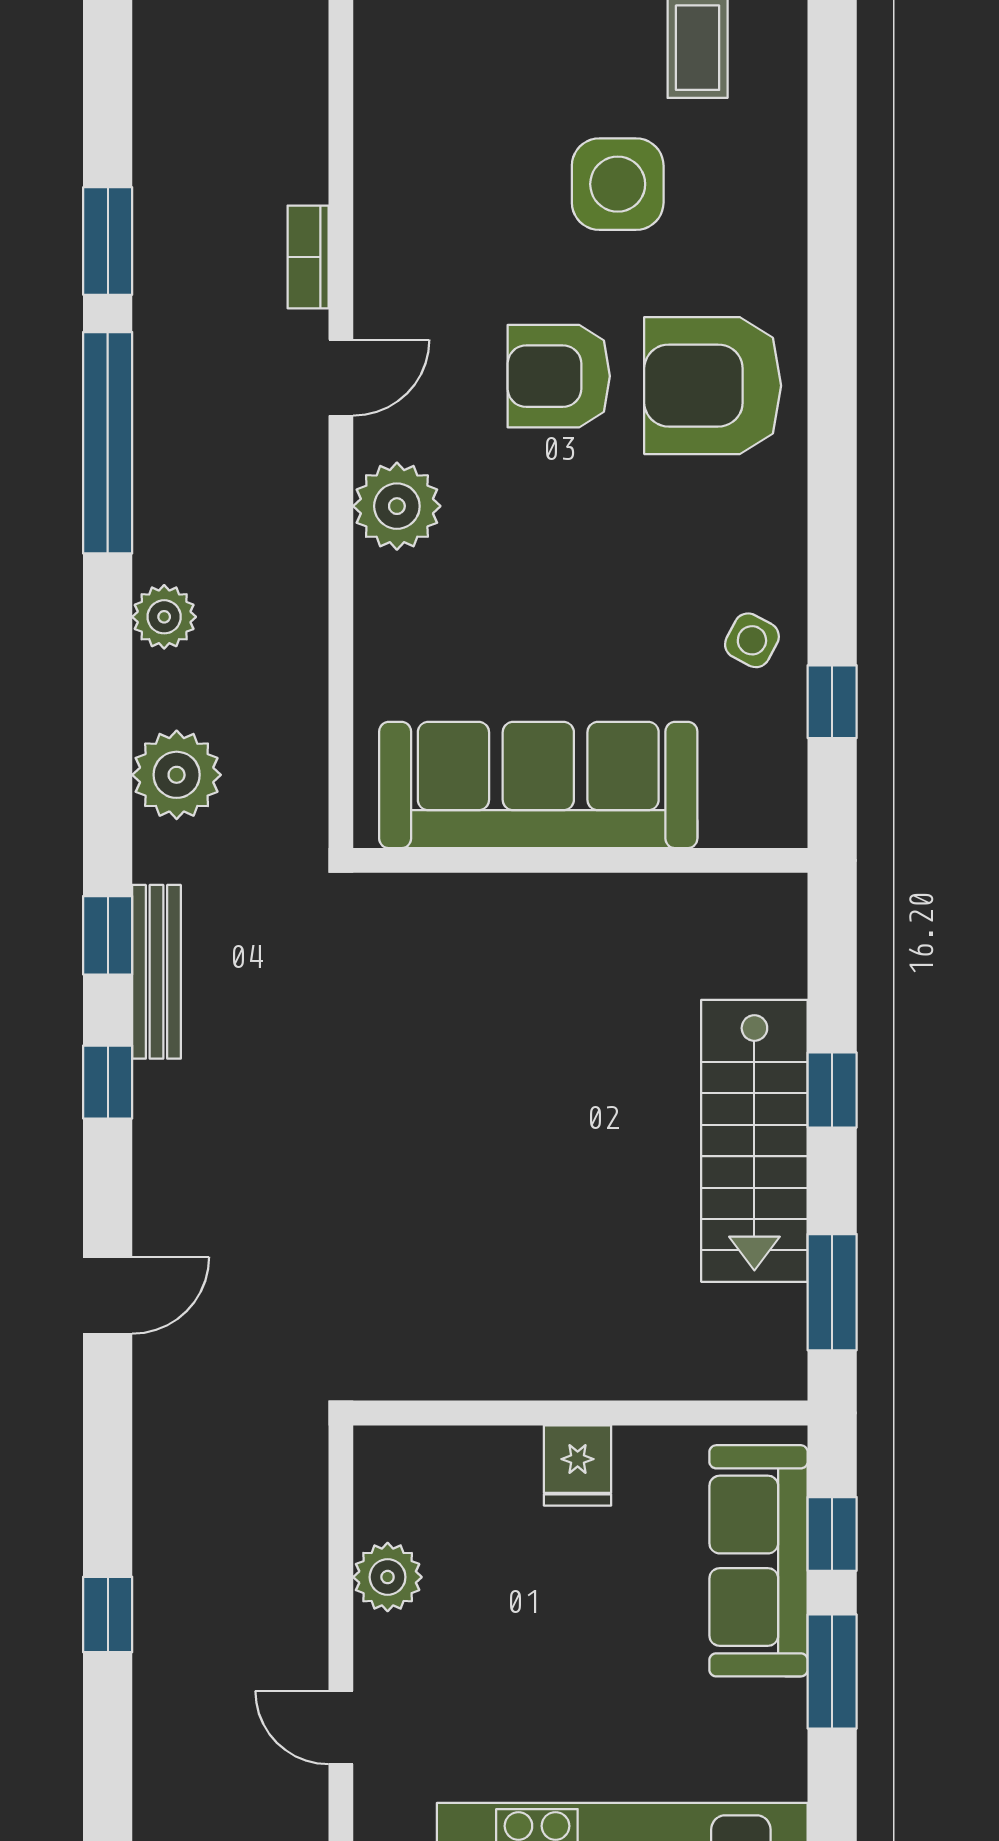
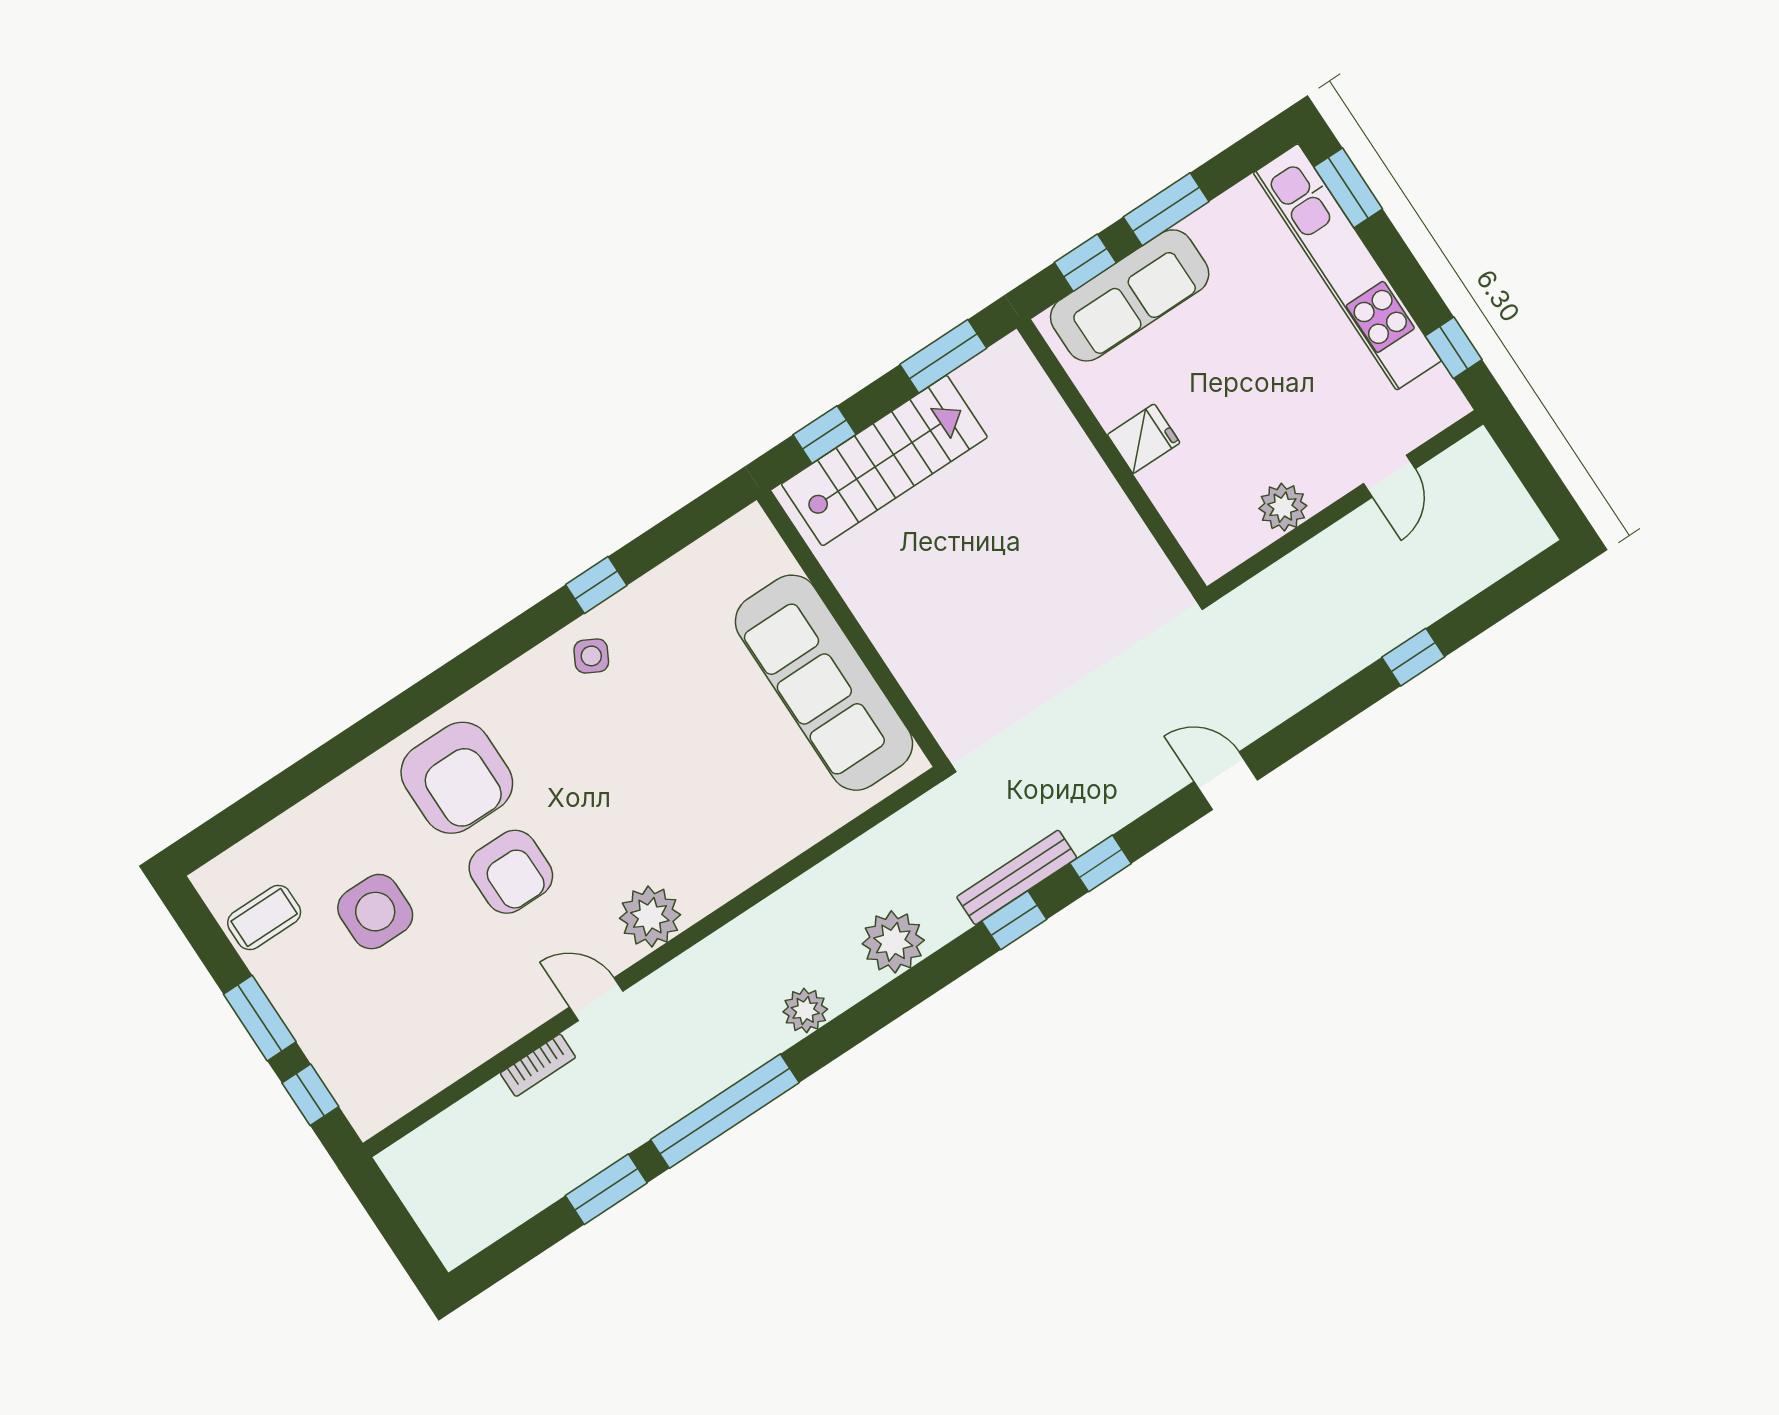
sofa: (538, 785) -> (824, 683), moved
wall: (580, 860) -> (852, 629), moved

